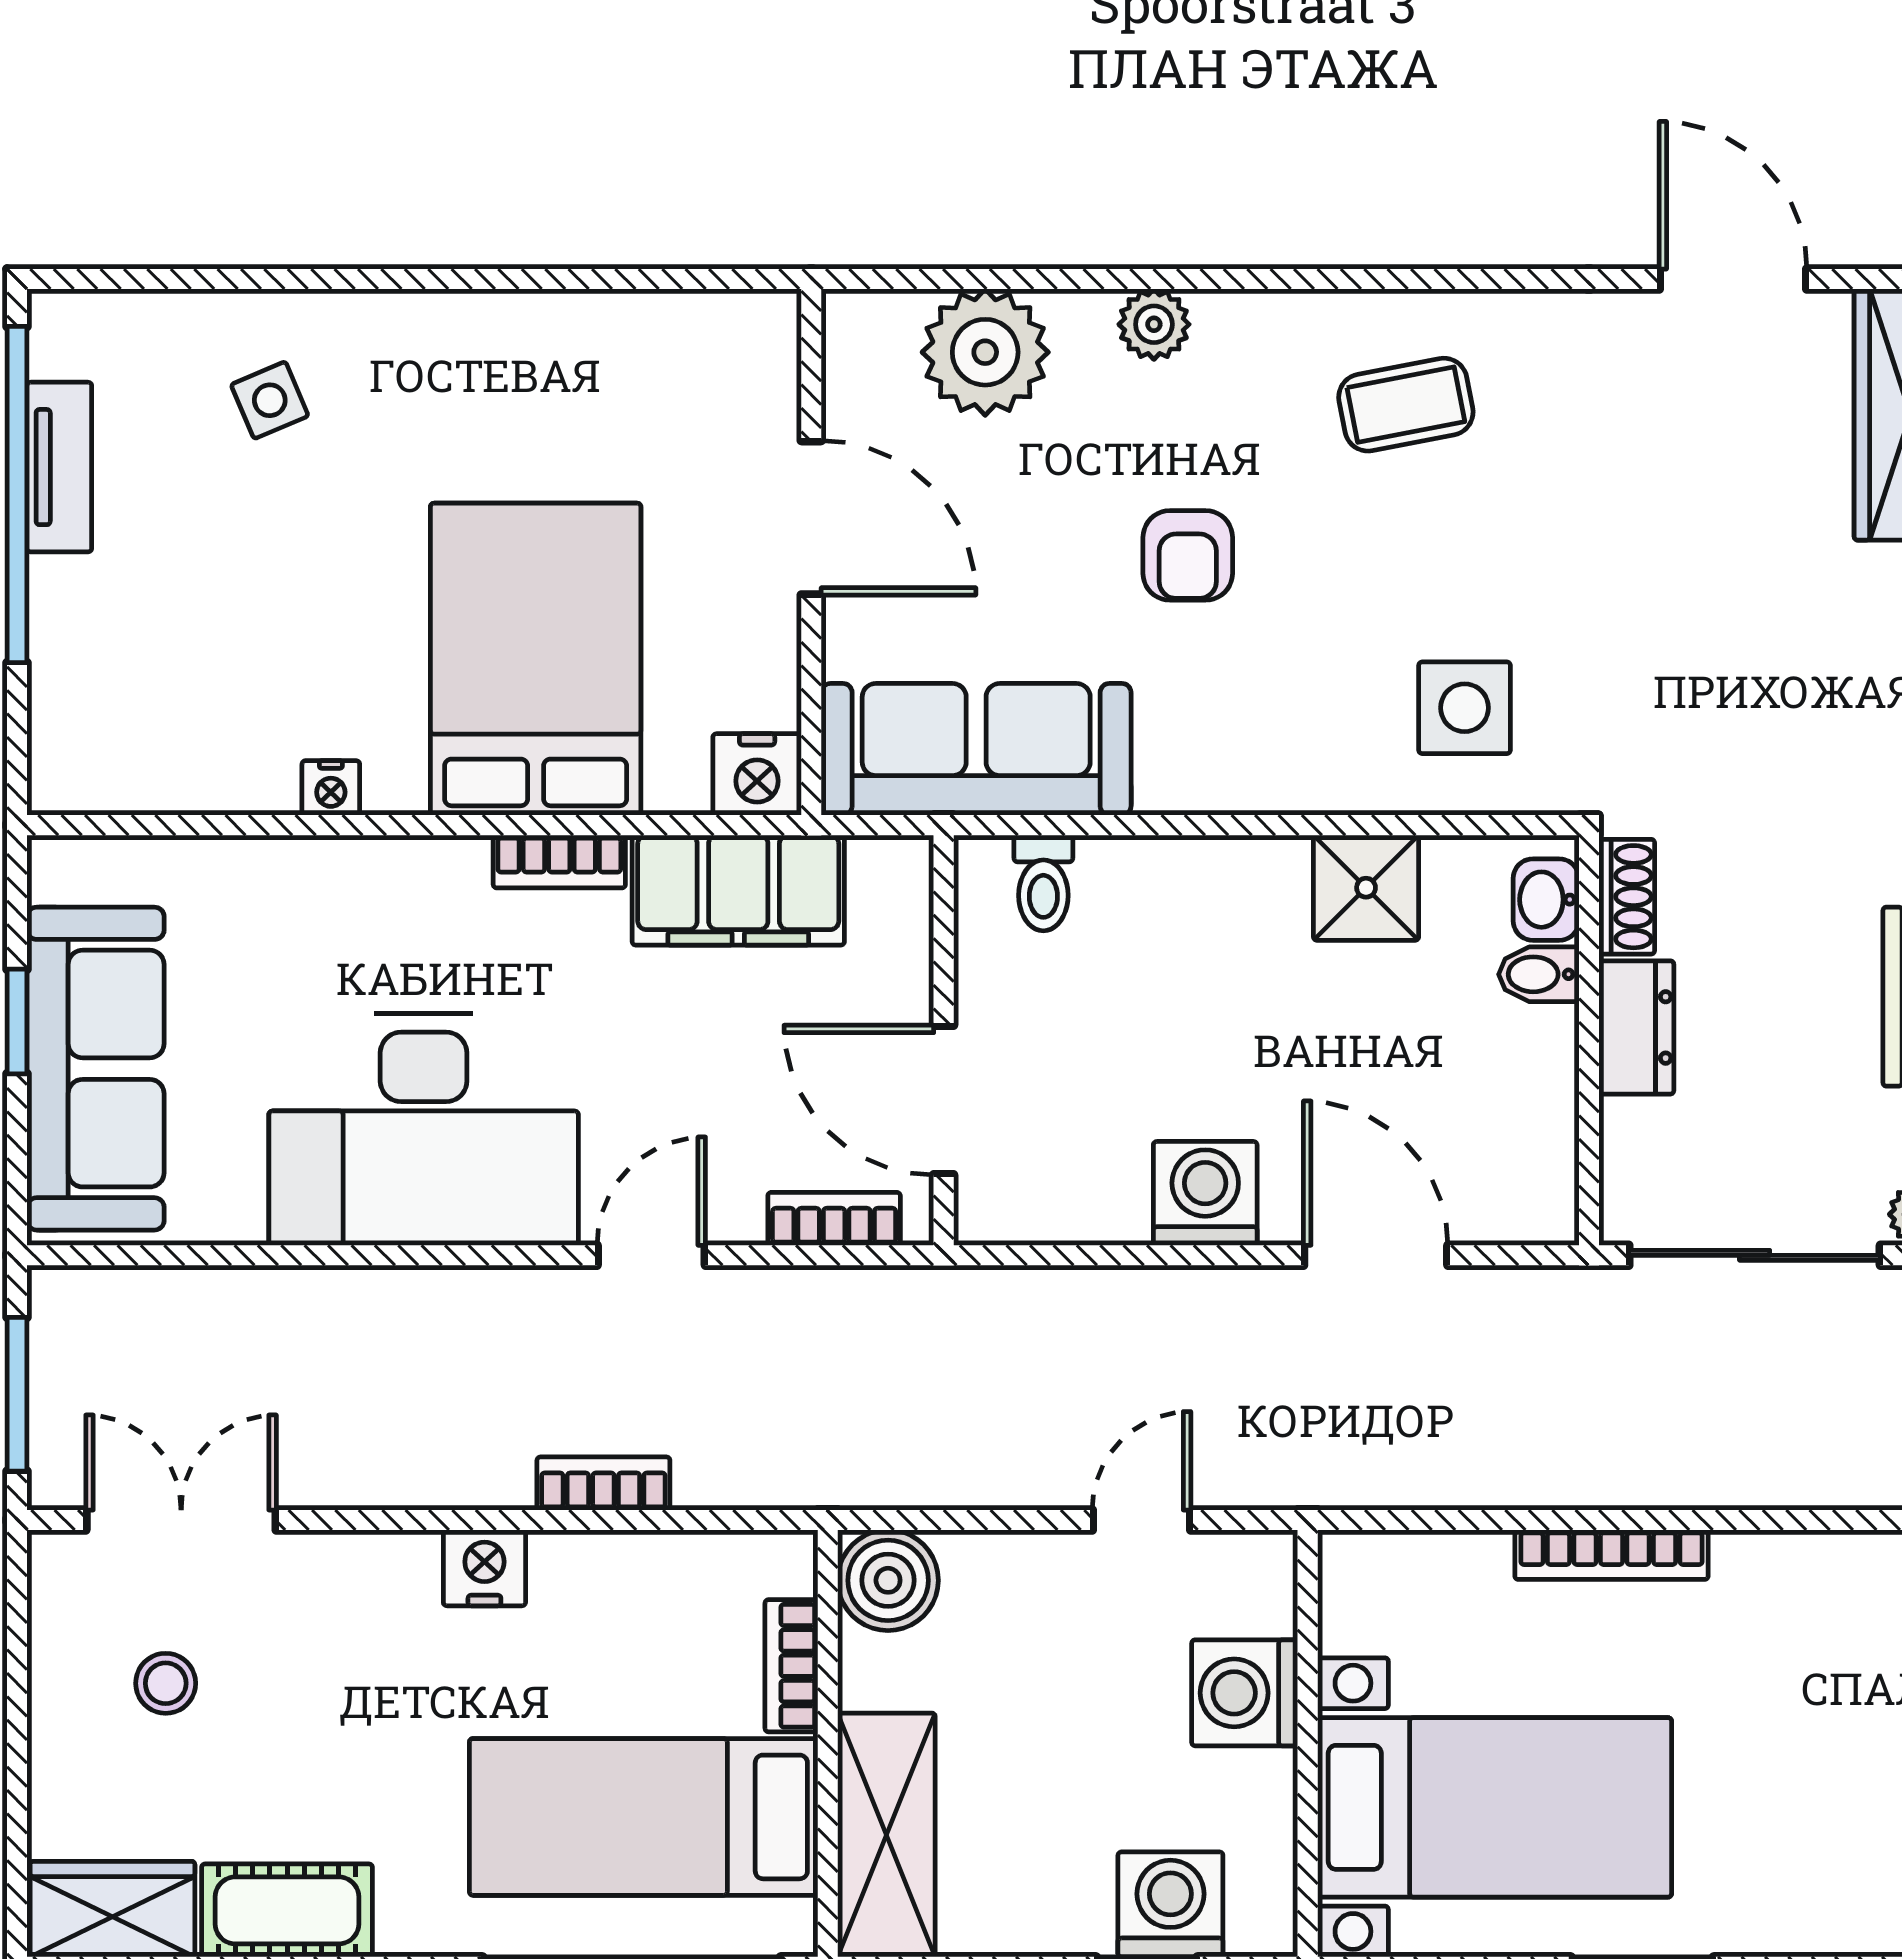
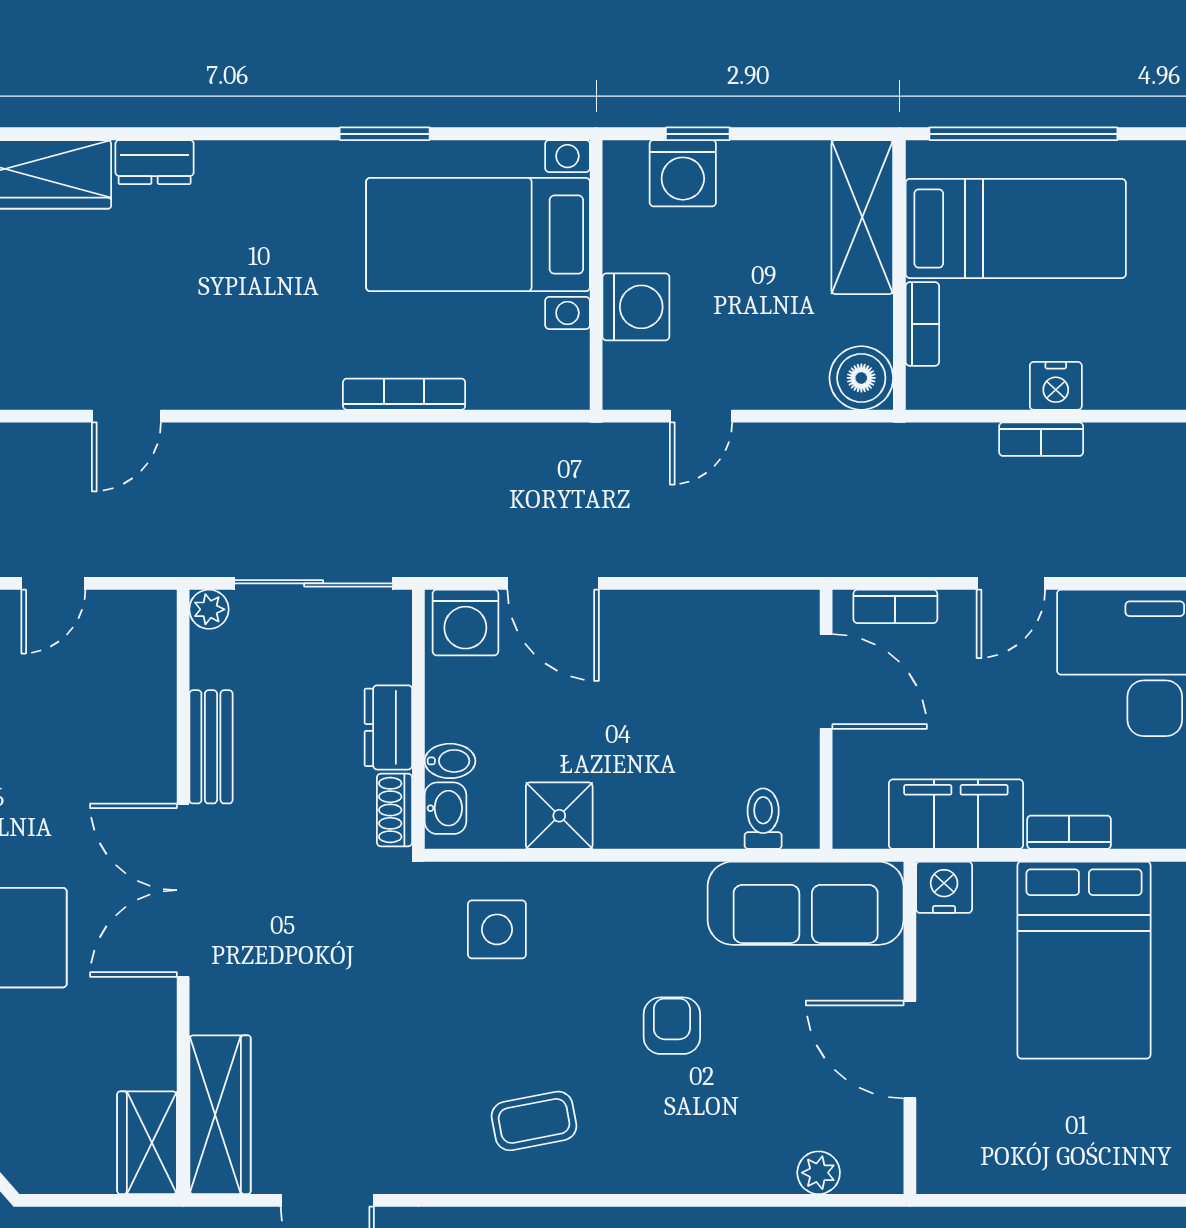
plant: (1154, 324) -> (693, 1172), removed
plant: (985, 352) -> (819, 1173), width x0.53, depth x0.53
washing machine: (1205, 1193) -> (465, 622), moved
nightstand: (484, 1568) -> (1056, 386), moved

